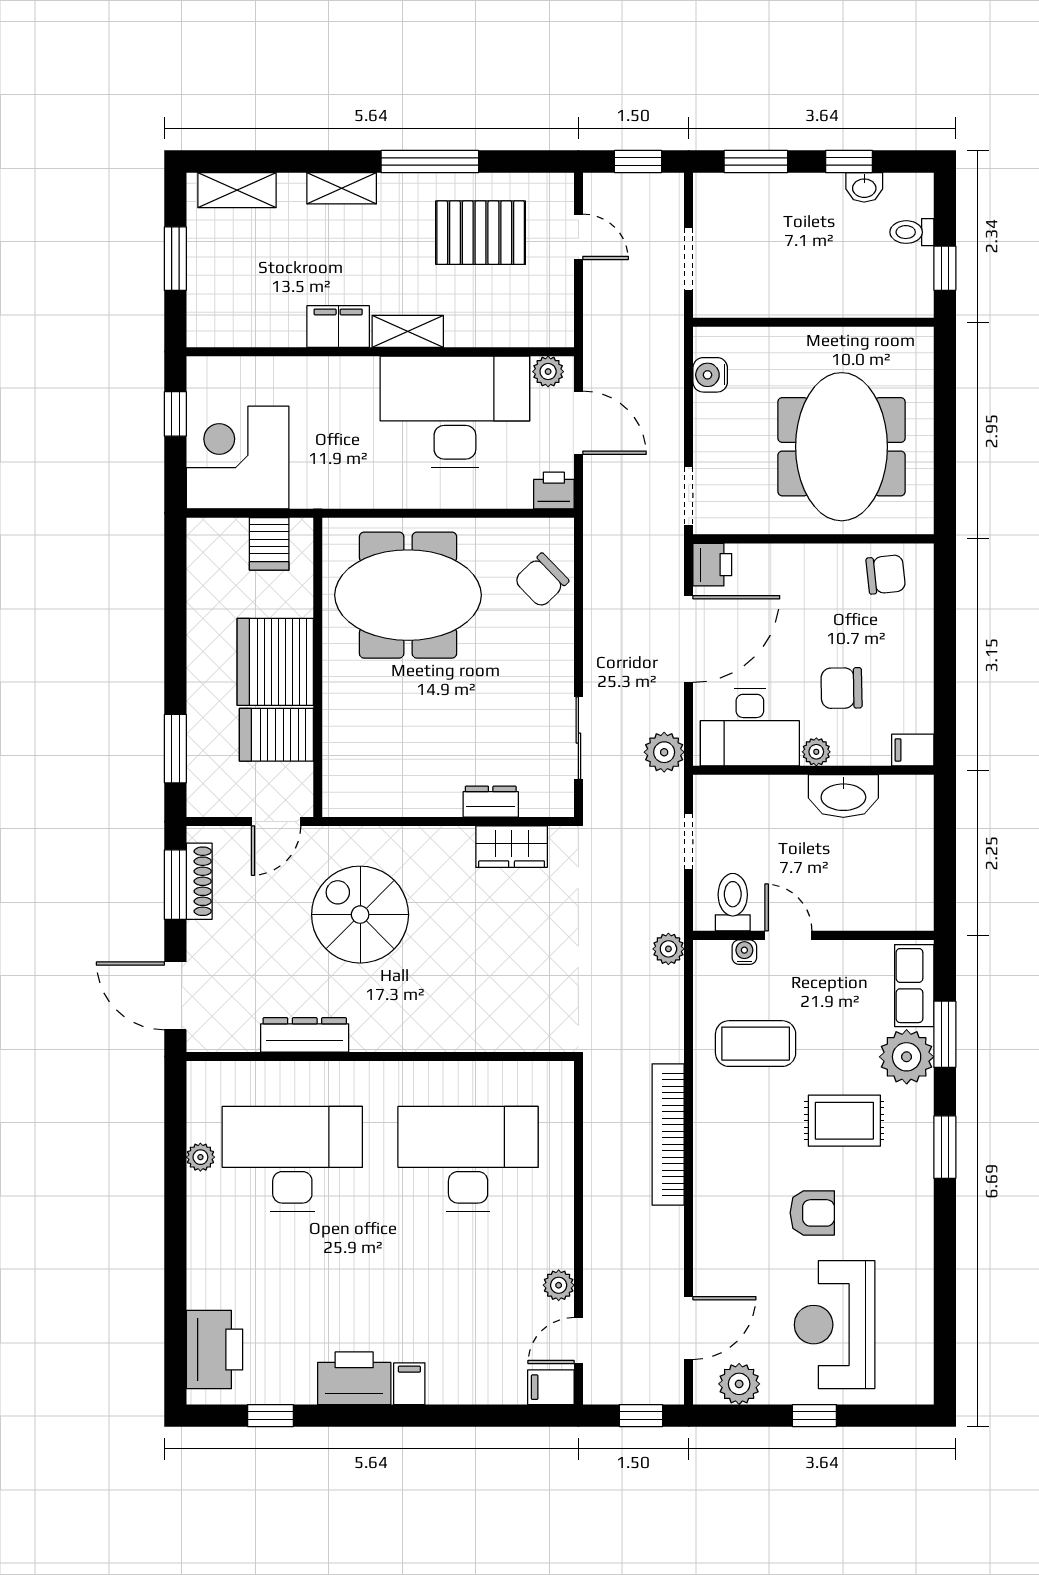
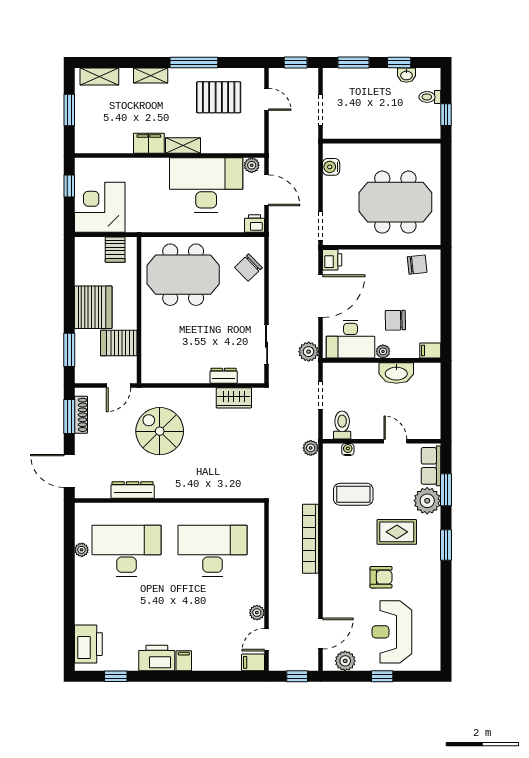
meeting table: (842, 447) -> (395, 202), turned 90
server rack: (275, 662) -> (93, 307), moved, turned 180
door: (788, 935) -> (395, 441), moved

